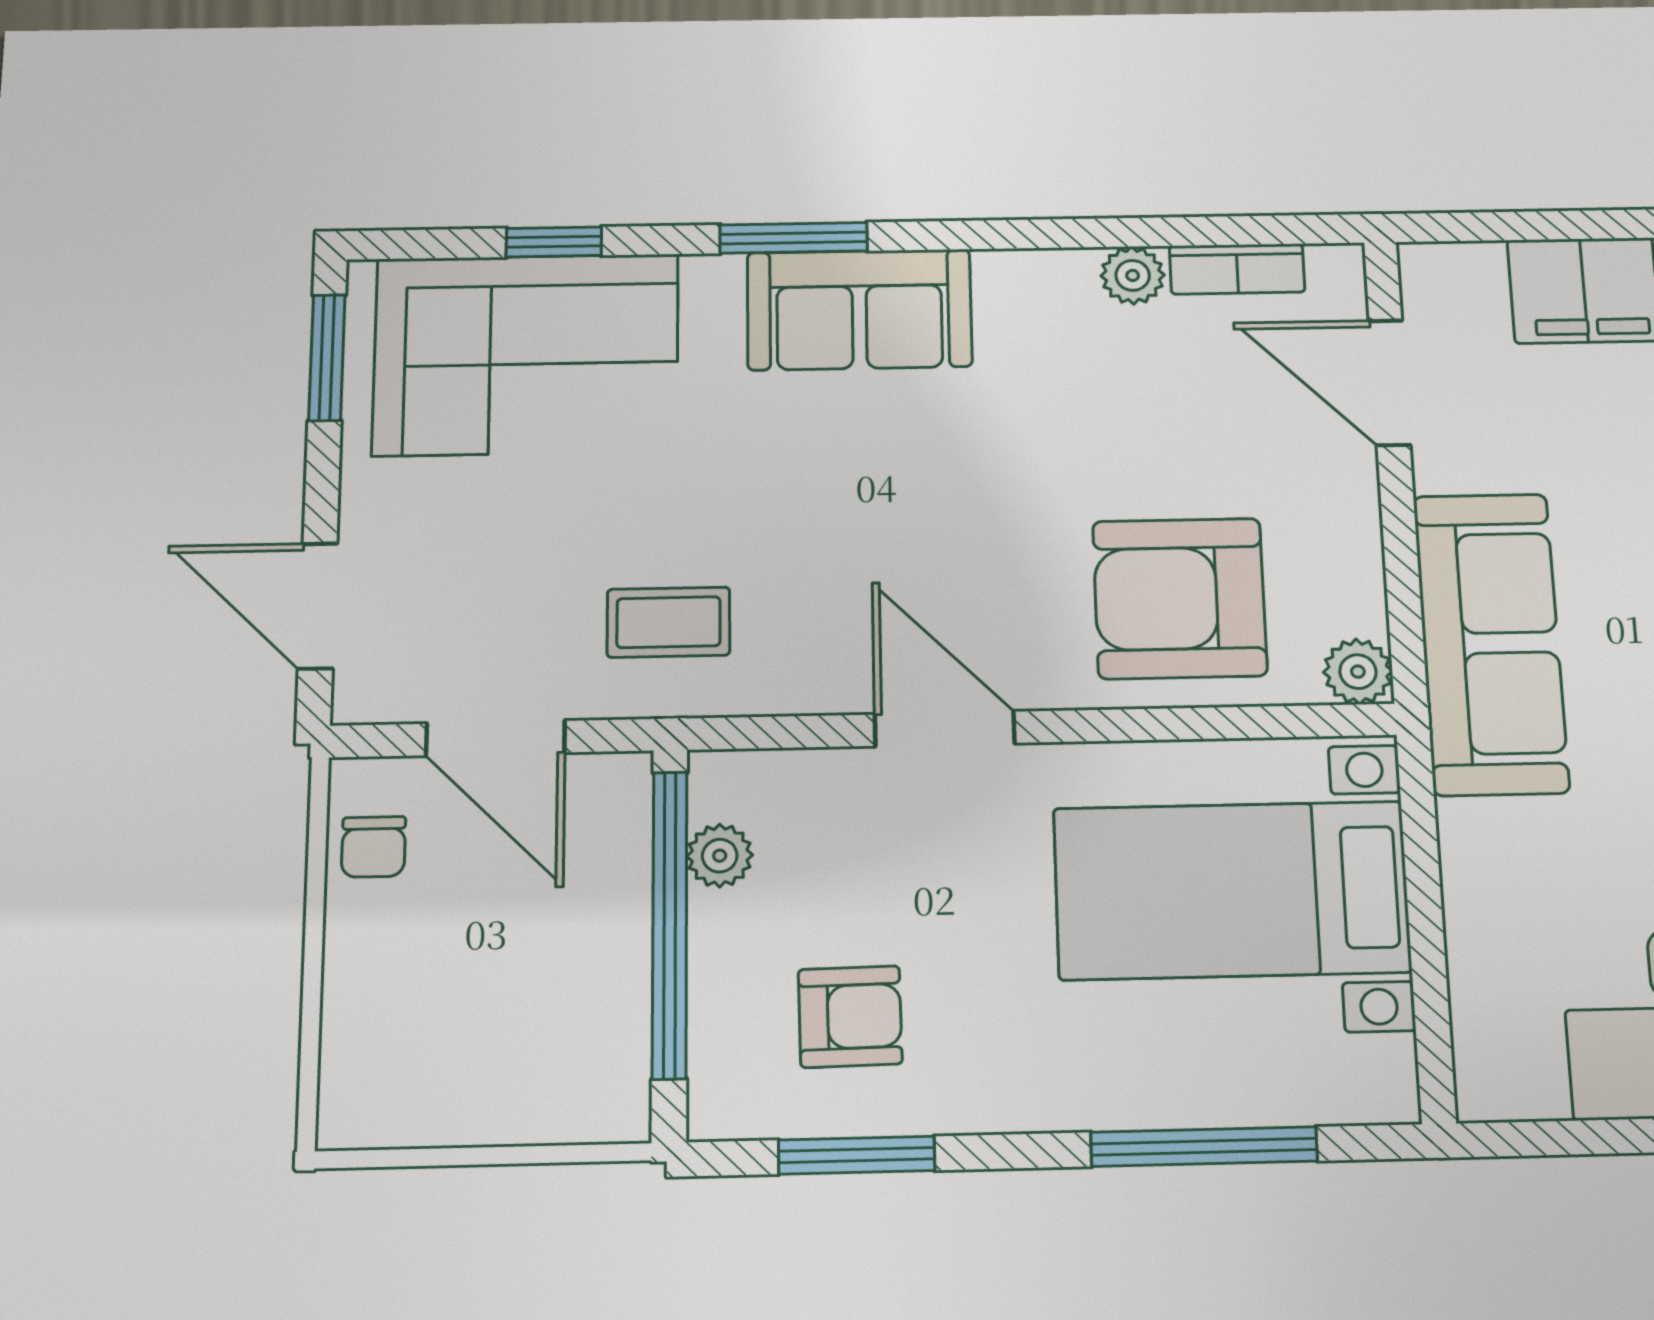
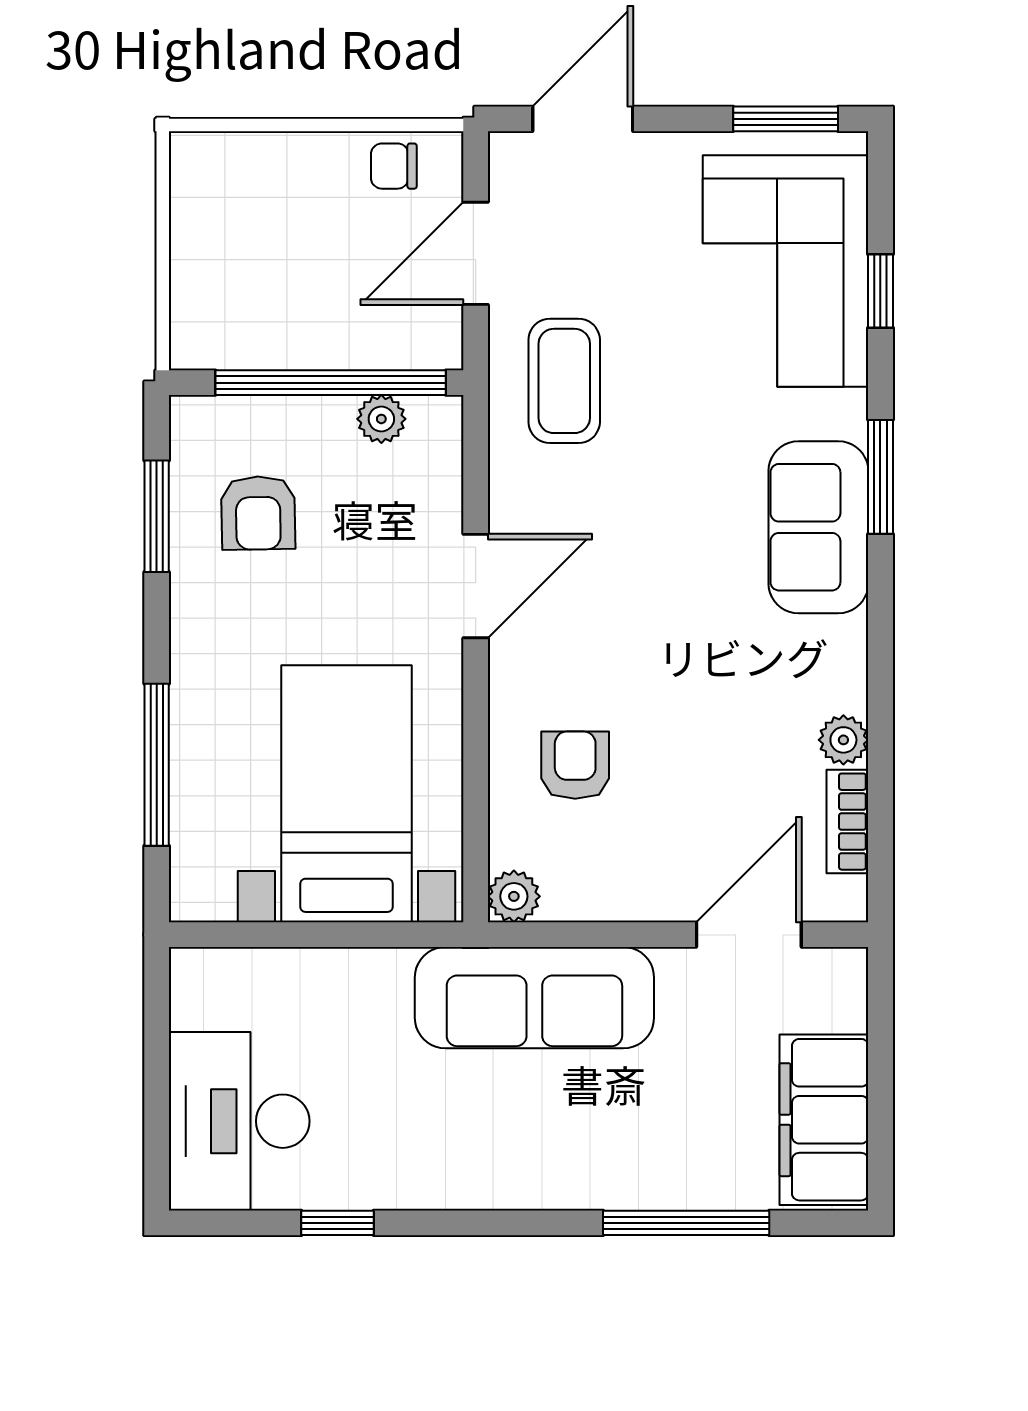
armchair: (1180, 598) -> (575, 765), width x0.53, depth x0.53
coffee table: (668, 622) -> (564, 381), width x1.36, depth x1.30

